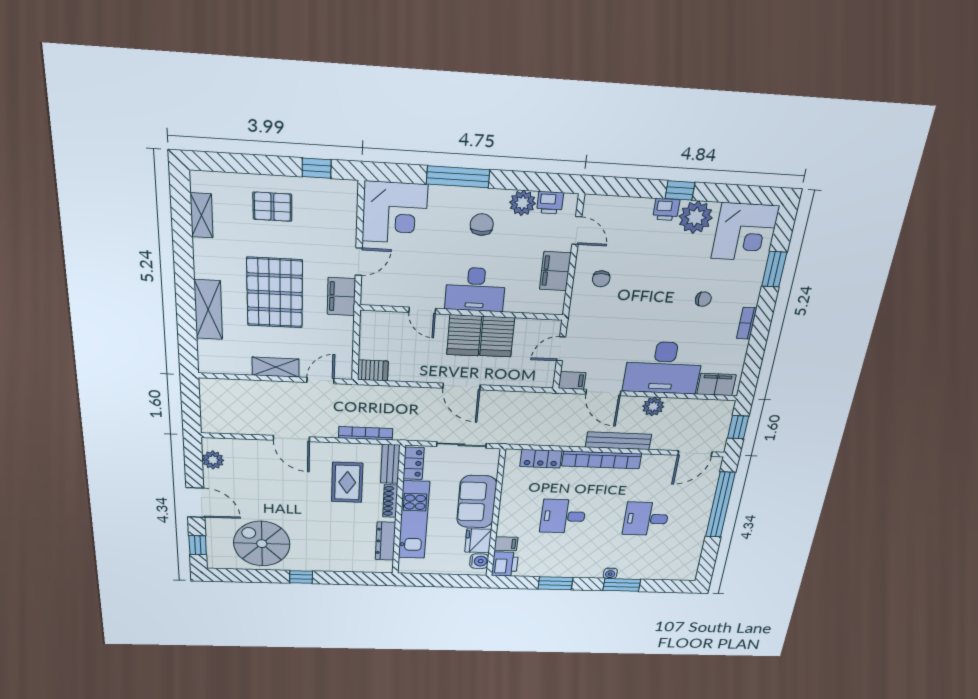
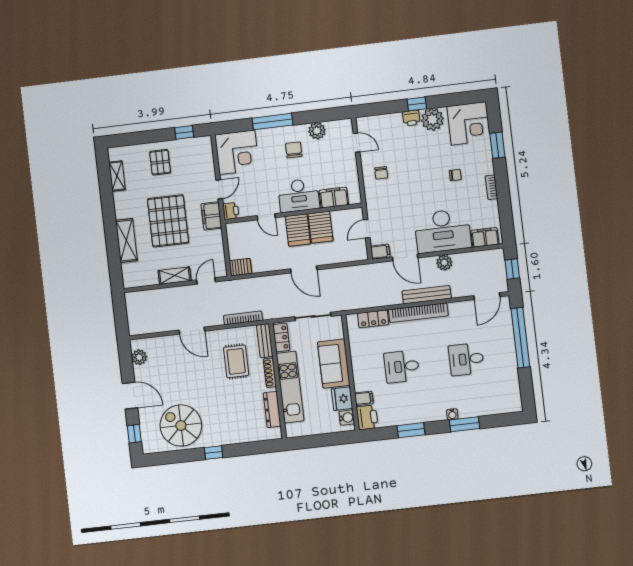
printer: (550, 203) -> (231, 211), moved, turned -90
pallet: (272, 207) -> (160, 162), turned 90
filing cabinet: (555, 271) -> (334, 198), moved, turned 90

